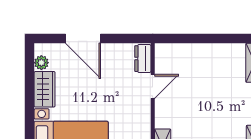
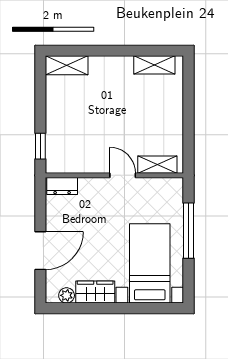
window: (180, 38) -> (40, 146), added
door: (153, 86) -> (123, 175), moved

